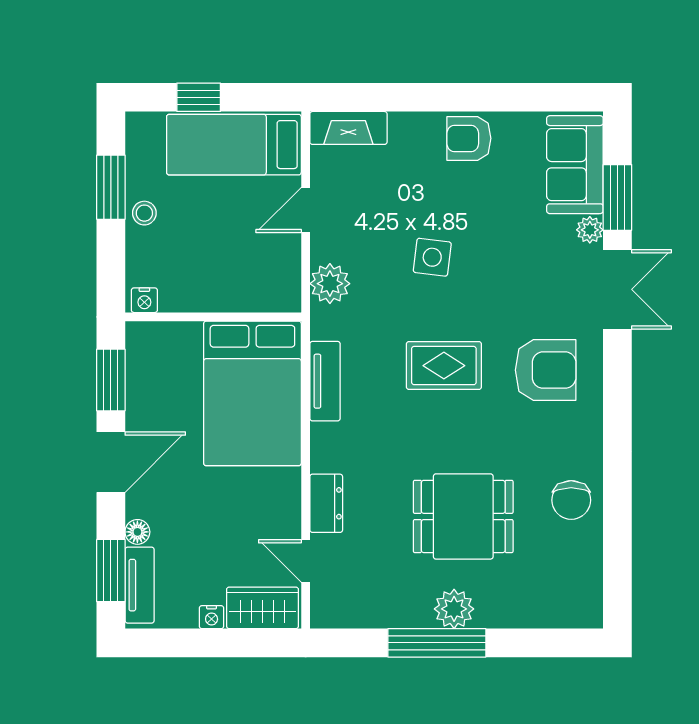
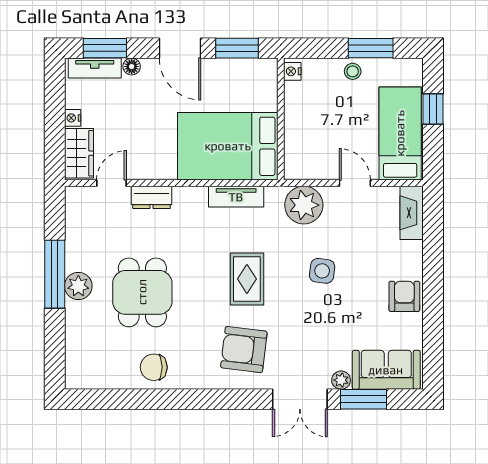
plant: (330, 284) -> (304, 205), width x1.36, depth x1.36
armchair: (546, 370) -> (244, 349), turned 97

